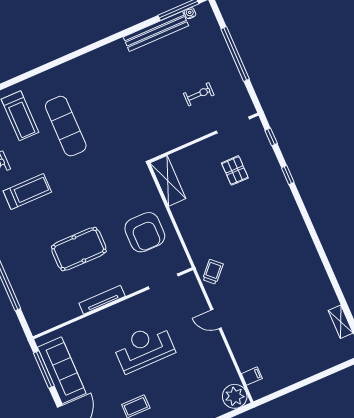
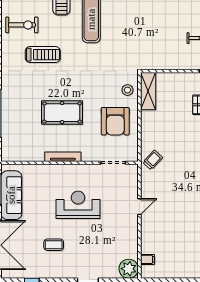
stool: (143, 190) -> (128, 90), added
trolley: (213, 272) -> (153, 160), moved
door: (216, 319) -> (139, 207), swing flipped

